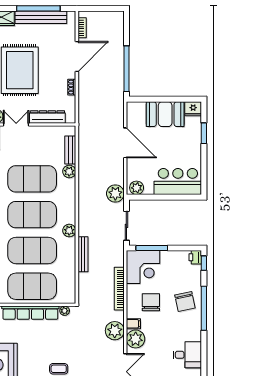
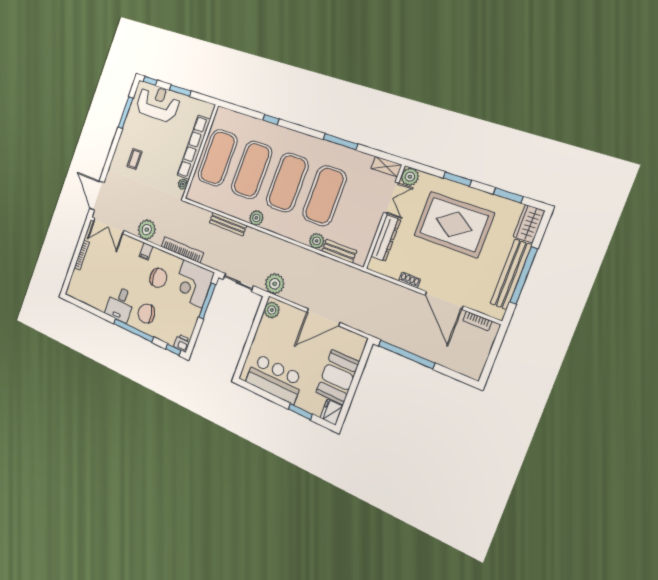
bar counter: (178, 182) -> (275, 379), moved, turned -90
plant: (136, 339) -> (132, 248), removed
desk: (187, 355) -> (120, 304), moved

